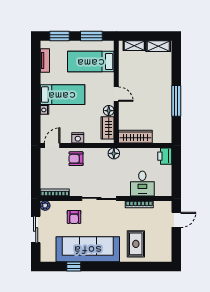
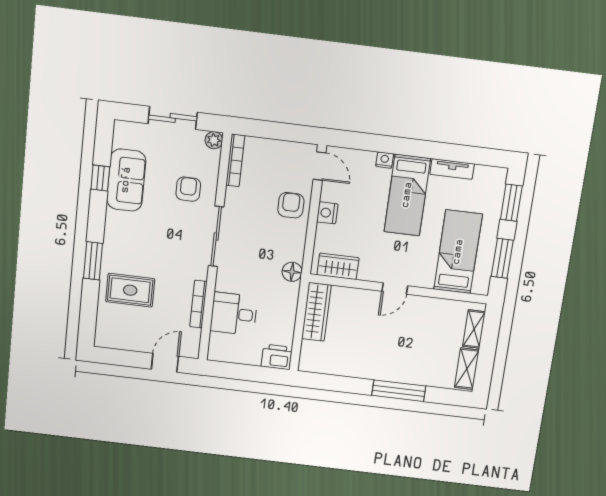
tv unit: (45, 61) -> (452, 169), moved
window: (176, 101) -> (399, 391), moved
floor lamp: (109, 111) -> (368, 272), removed
armchair: (74, 217) -> (188, 189), turned 90
door: (176, 220) -> (165, 363), swing flipped
sofa: (88, 249) -> (126, 180), width x0.54, depth x0.79
window: (121, 266) -> (93, 261), added

